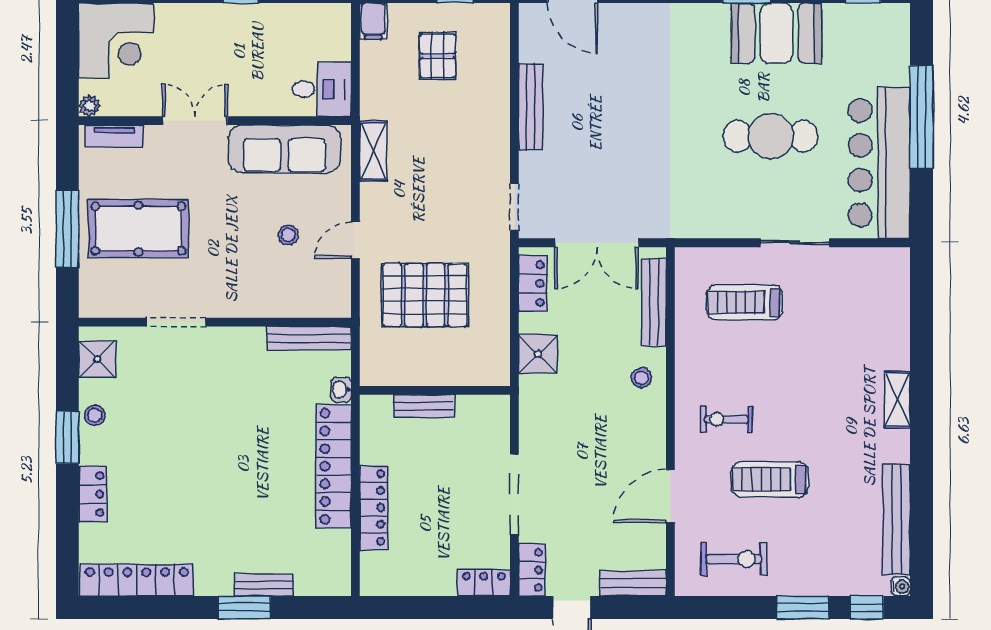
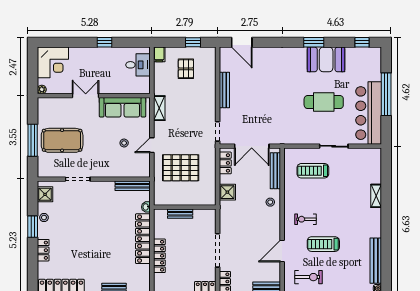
desk: (322, 89) -> (138, 65), moved
tv unit: (114, 136) -> (52, 102), removed
shelving: (897, 400) -> (376, 196), moved

